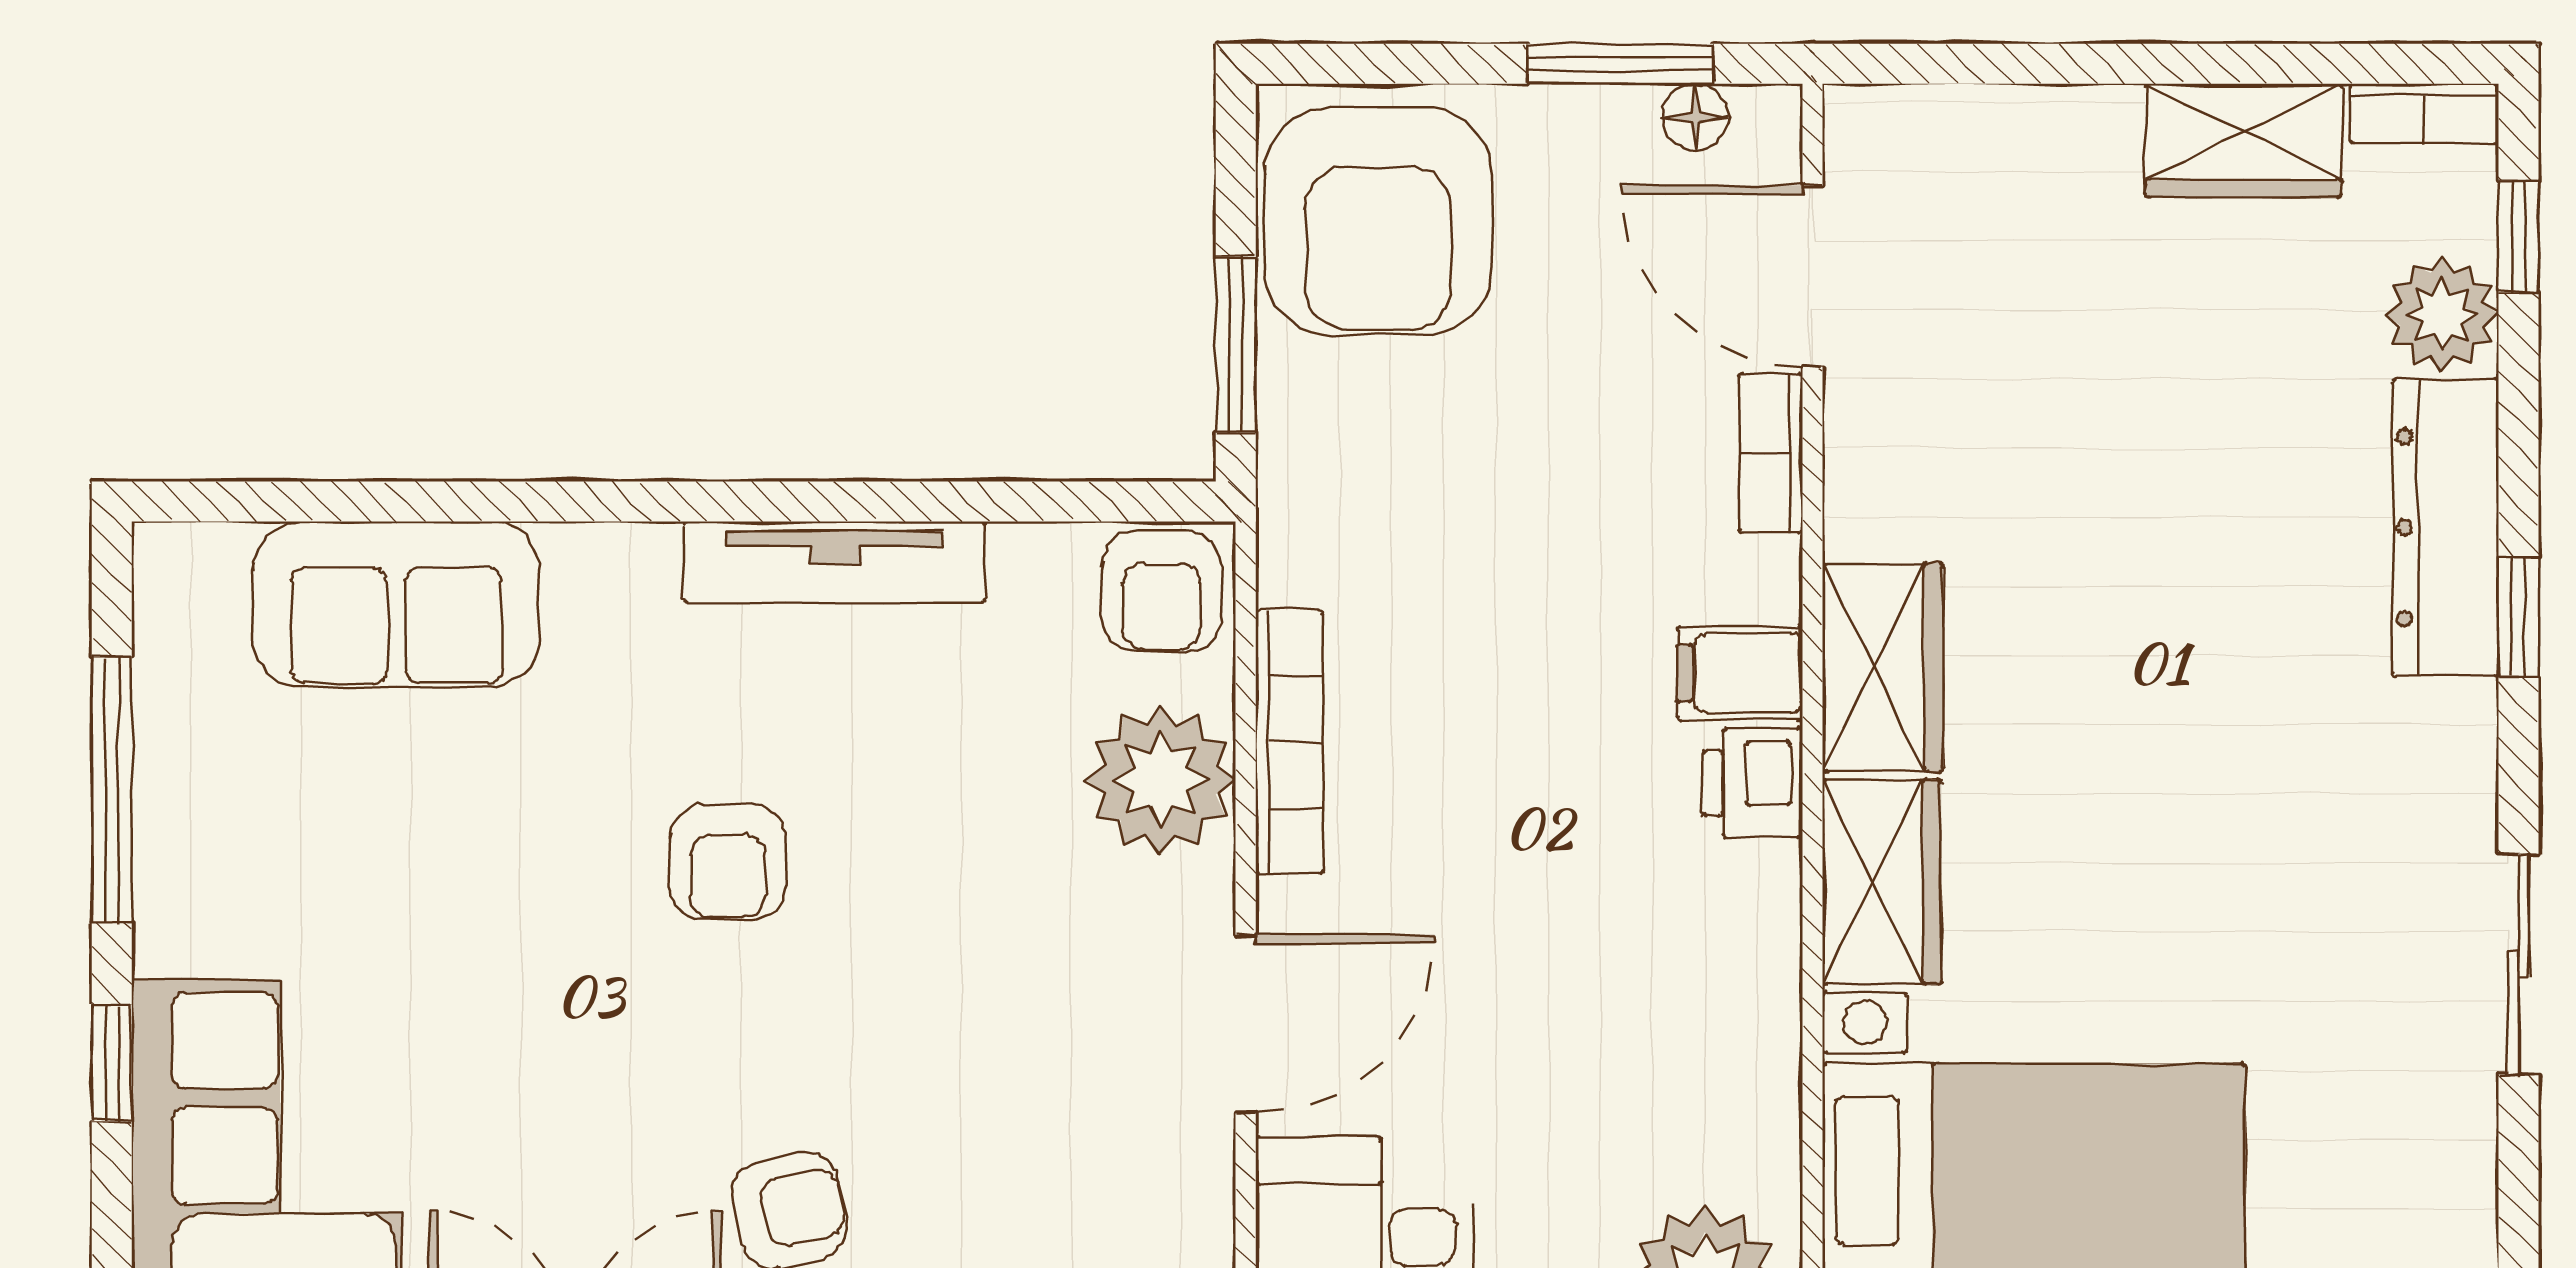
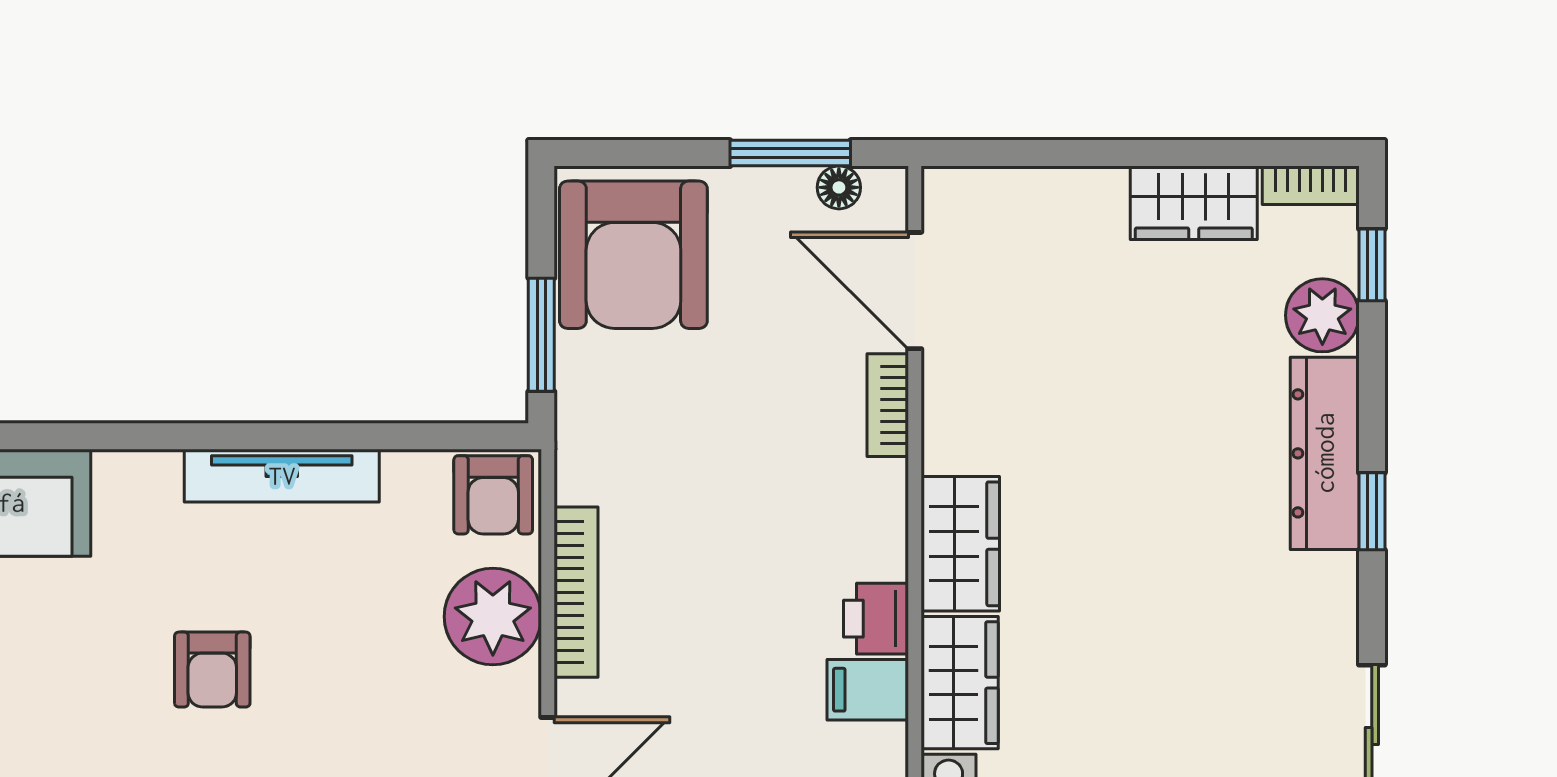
filing cabinet: (1740, 673) -> (868, 690), moved

